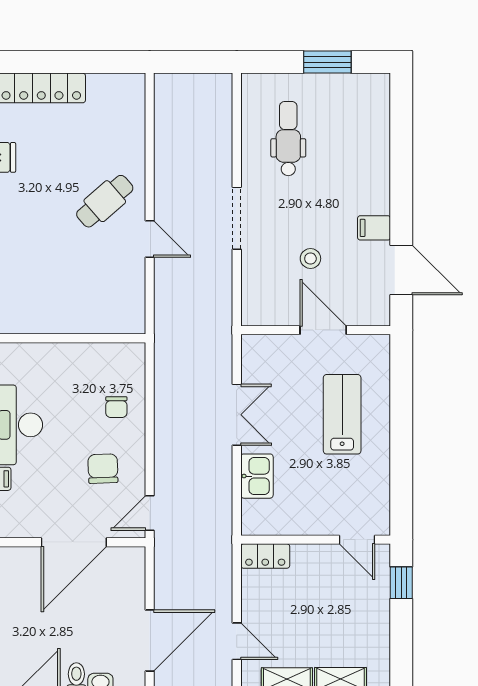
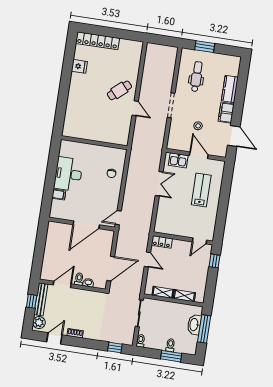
window: (327, 62) -> (205, 47), moved
kitchen counter: (374, 157) -> (230, 89), added
filing cabinet: (374, 228) -> (226, 113), width x2.00
chair: (103, 469) -> (102, 197), removed
kitchen sink: (257, 476) -> (178, 160), moved, turned 90
door: (357, 540) -> (199, 241), hinge flipped
door: (237, 641) -> (147, 260), moved

